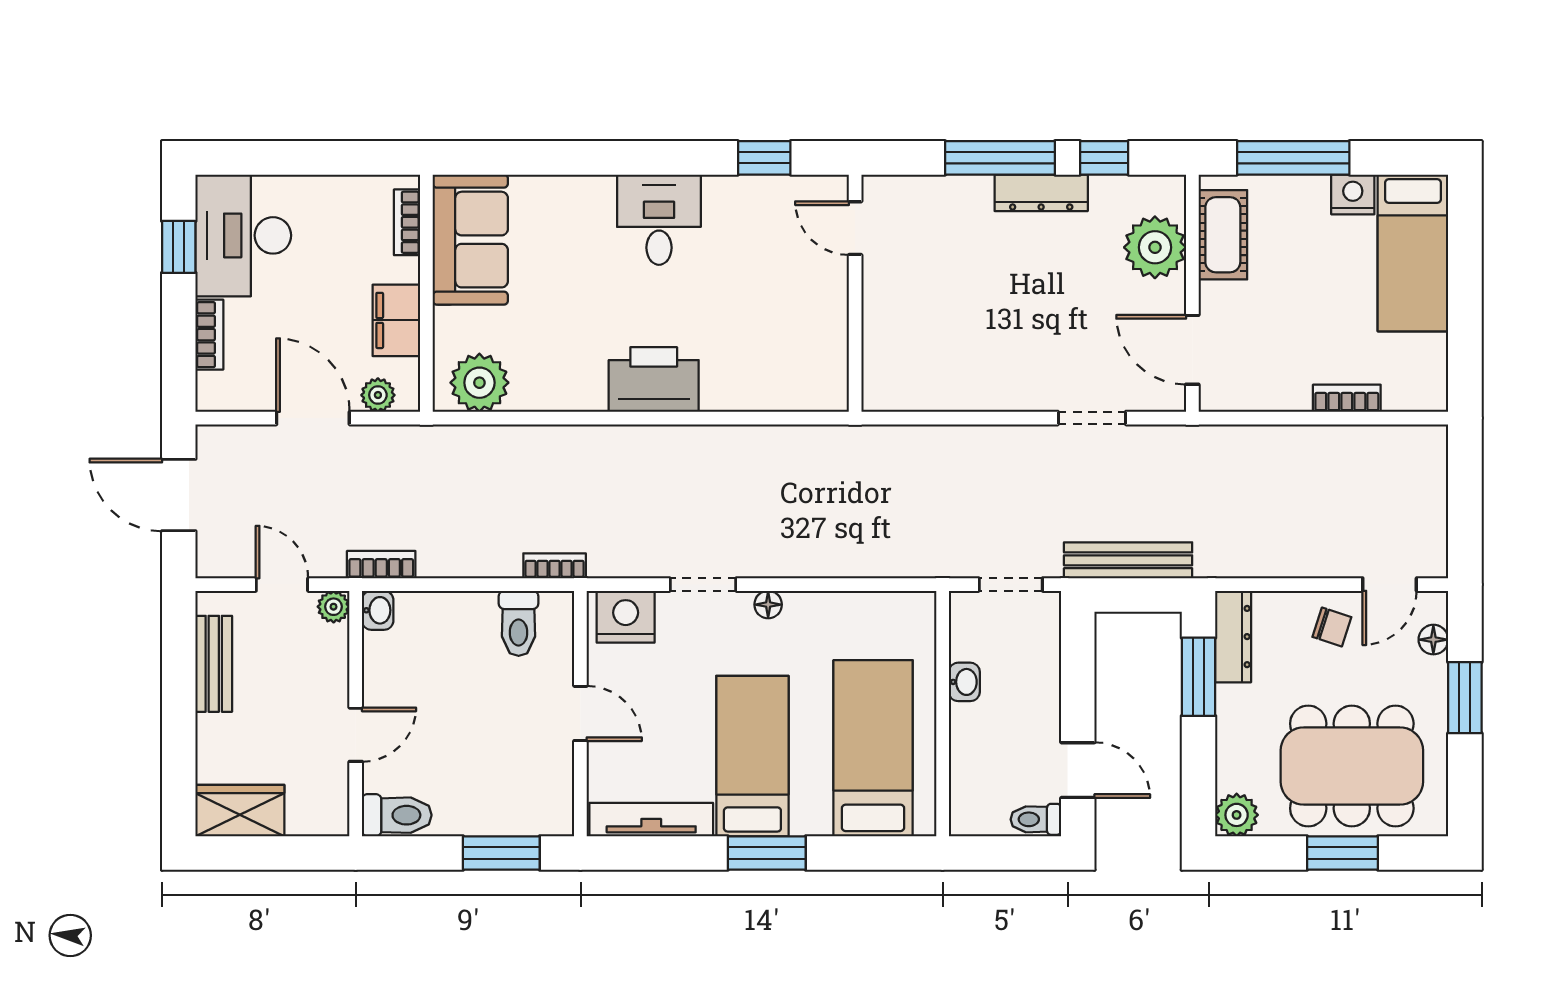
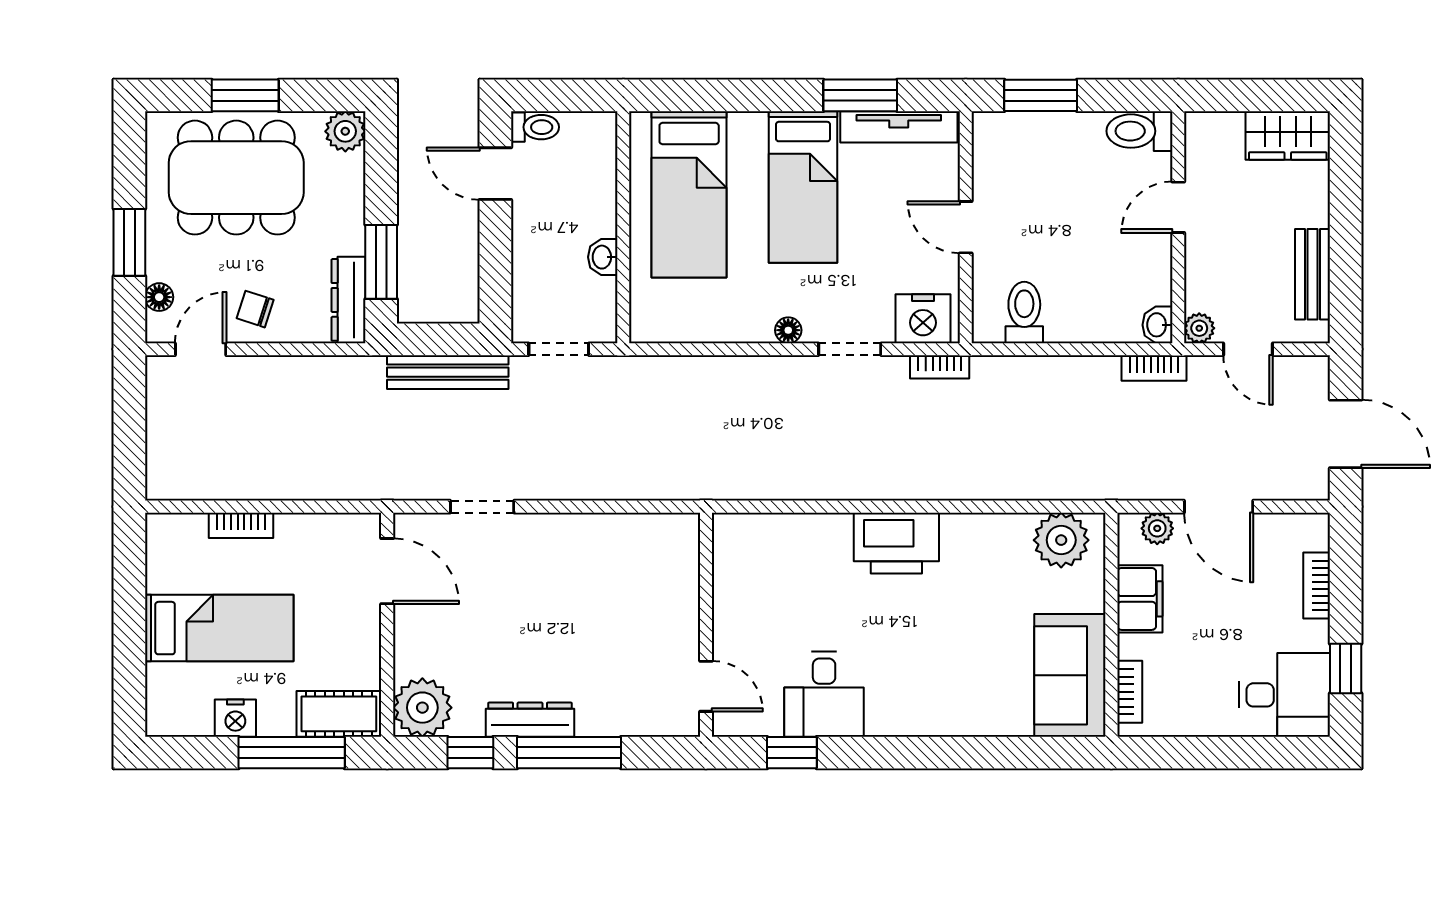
desk: (659, 220) -> (824, 694), moved
desk: (243, 235) -> (1285, 695), width x0.73
cot: (1223, 235) -> (339, 714), moved, turned 90
plant: (1155, 247) -> (422, 708), moved
bed: (1413, 253) -> (219, 628), moved, turned 90
bookcase: (555, 566) -> (940, 367), moved
window: (767, 853) -> (860, 95), moved

